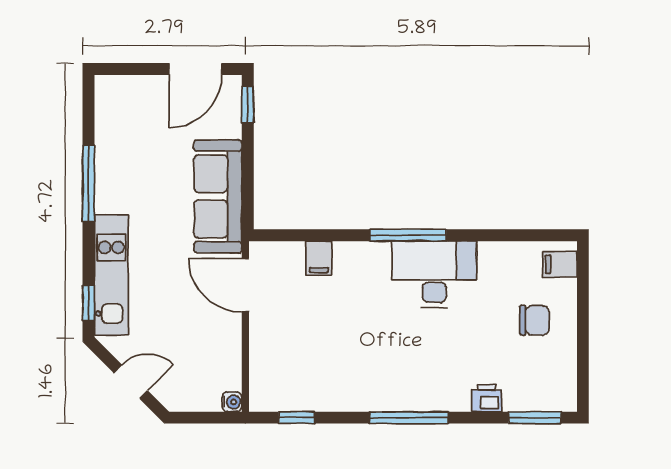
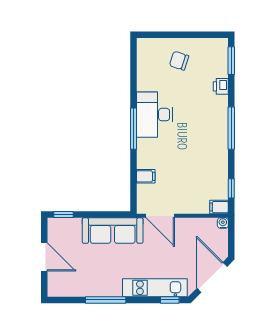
door: (195, 69) -> (44, 257), moved
filing cabinet: (560, 264) -> (219, 207), moved, turned 90
door: (245, 285) -> (160, 216), hinge flipped
chair: (535, 320) -> (179, 61), turned -72
door: (131, 382) -> (212, 277), width x1.88

